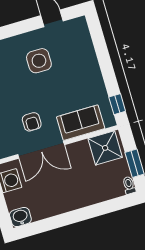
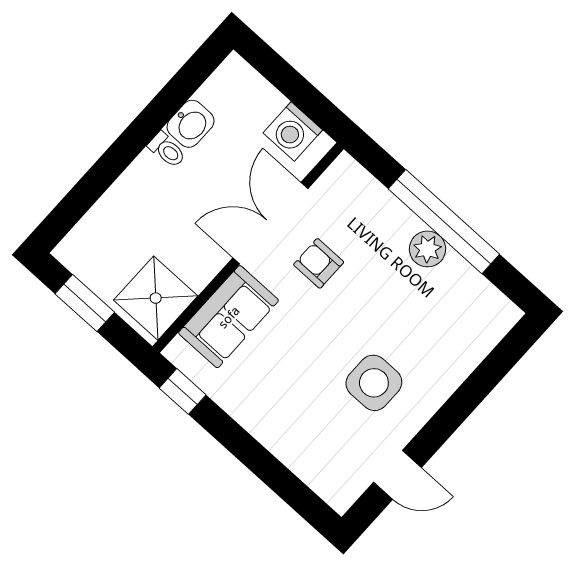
toilet: (129, 185) -> (167, 150), moved
washbasin: (20, 217) -> (191, 124), moved

